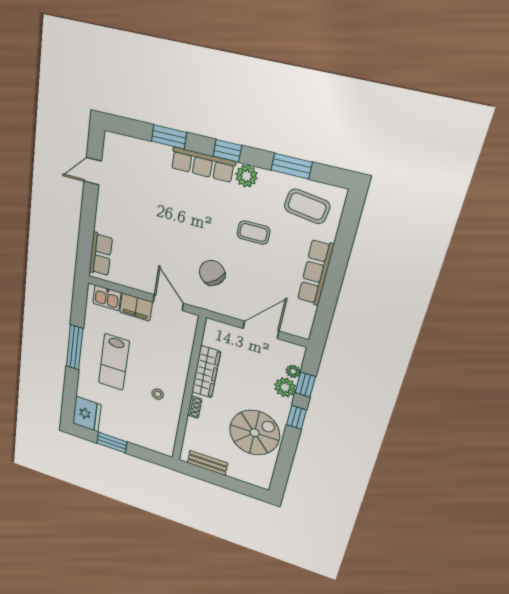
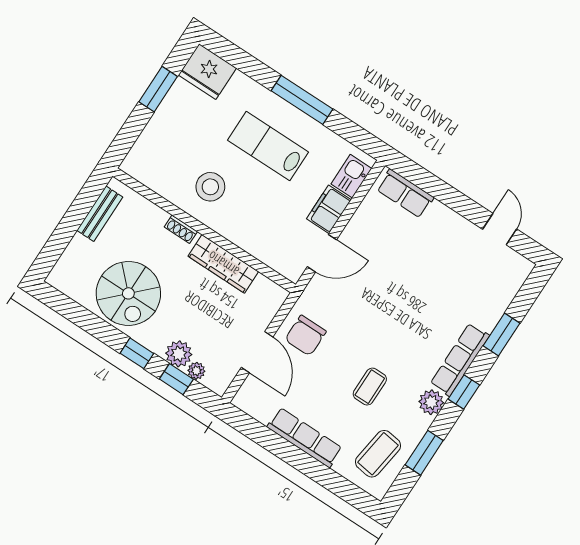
chair: (212, 273) -> (306, 336), moved, turned 131
stool: (158, 394) -> (210, 187), width x1.89, depth x1.89

